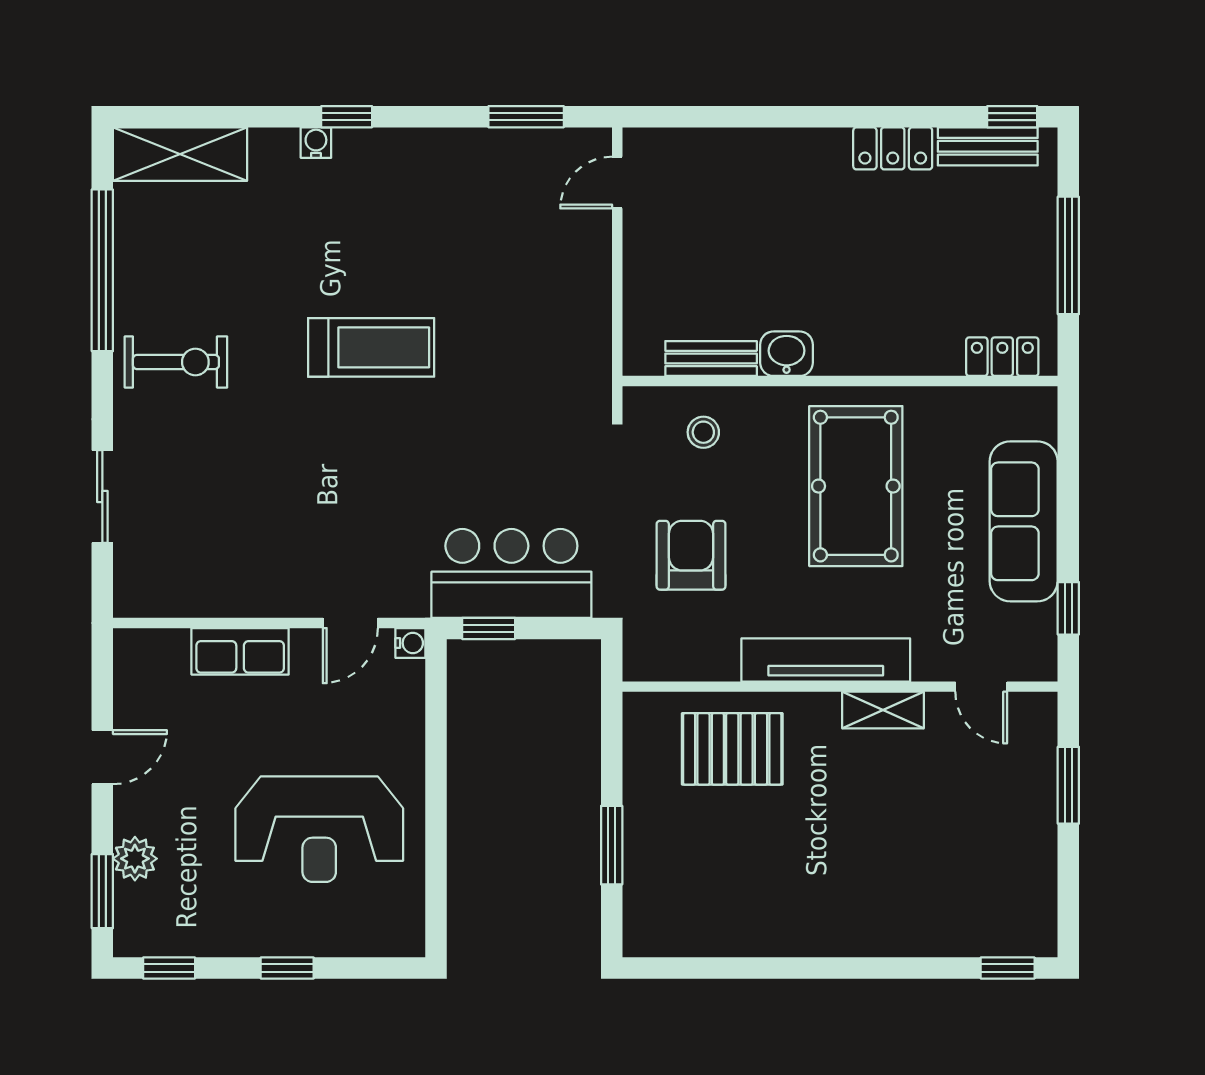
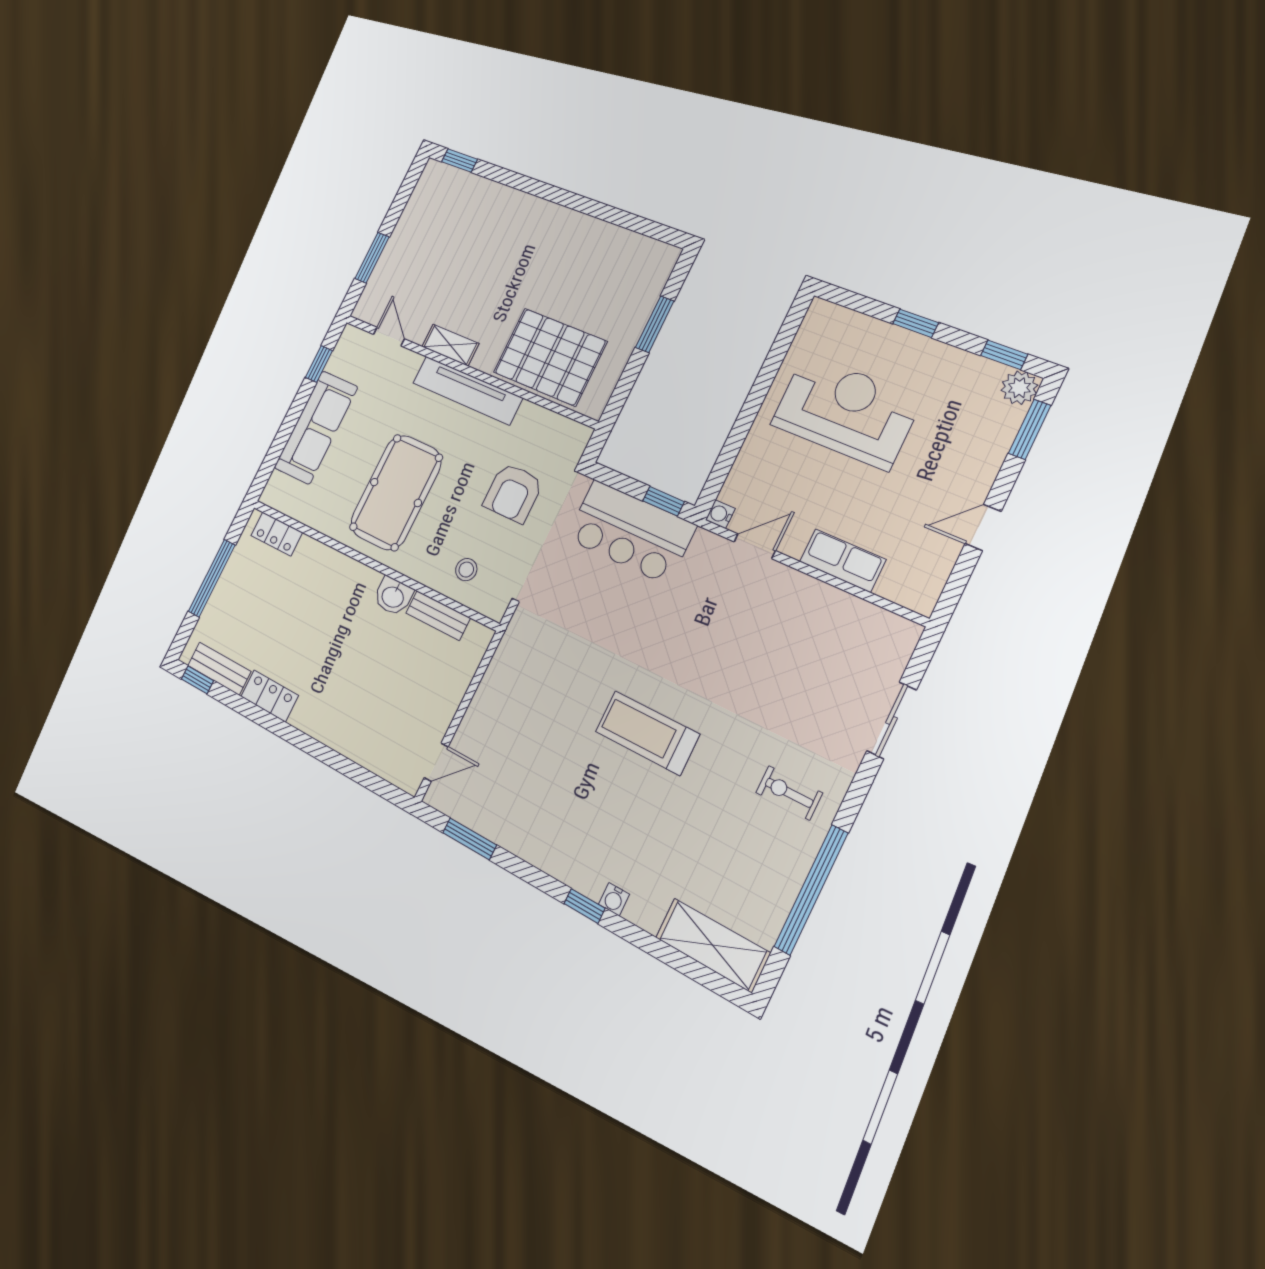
exercise bike: (176, 362) -> (789, 793), width x0.73, depth x0.72
pallet: (732, 749) -> (550, 357), width x1.37, depth x1.41
plant: (135, 859) -> (1019, 388), moved

